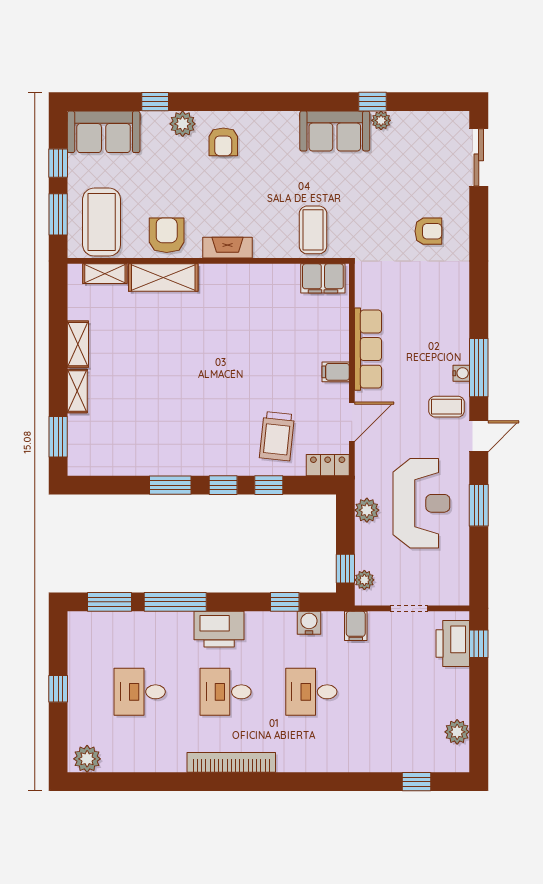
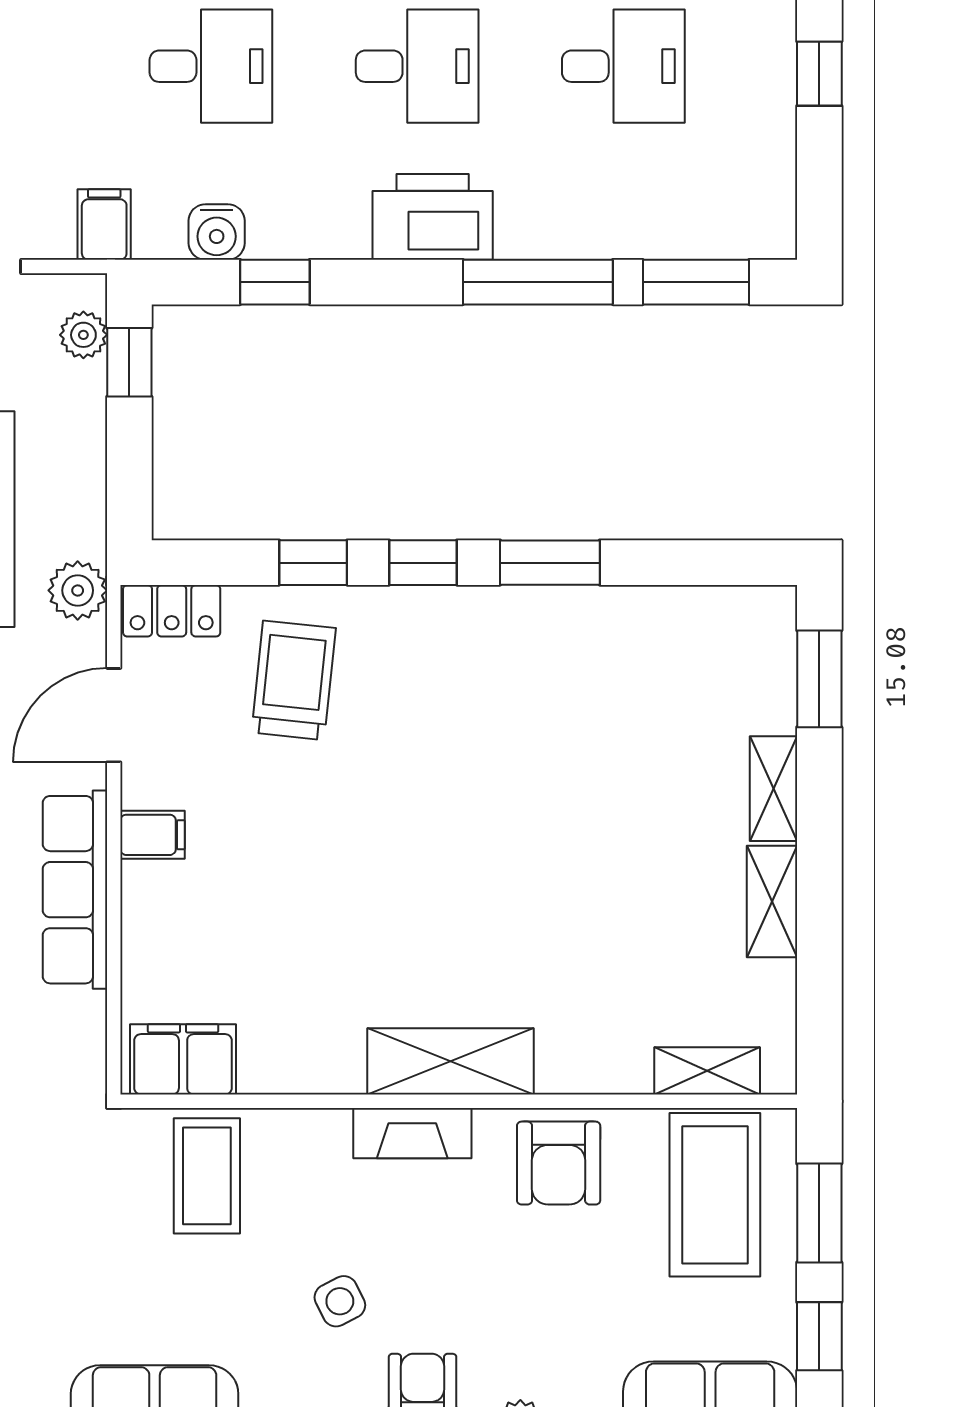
side table: (258, 178) -> (340, 1301), added
shelving: (163, 278) -> (451, 1061), moved
plant: (367, 510) -> (78, 590), moved

